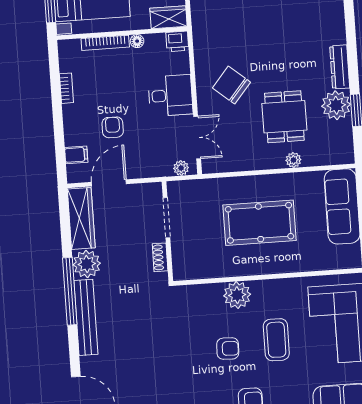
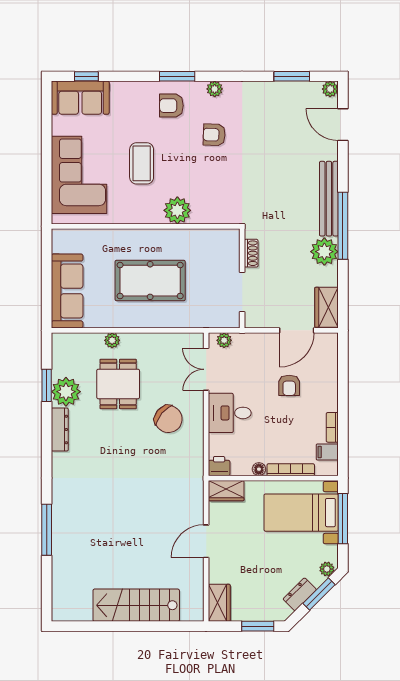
filing cabinet: (76, 155) -> (327, 452), moved
wardrobe: (81, 218) -> (327, 307), width x0.67
armchair: (228, 349) -> (214, 135), moved

